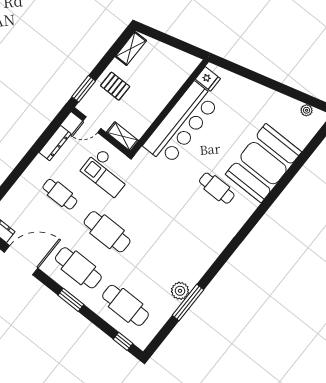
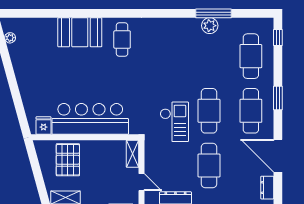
pallet: (115, 86) -> (68, 160), moved, width x1.50, depth x1.42
booth: (263, 163) -> (80, 32), width x0.73, depth x0.70
checkout: (107, 172) -> (174, 122), moved
cafe table: (217, 188) -> (122, 40), moved
cafe table: (60, 194) -> (209, 166), width x1.37, depth x1.35

